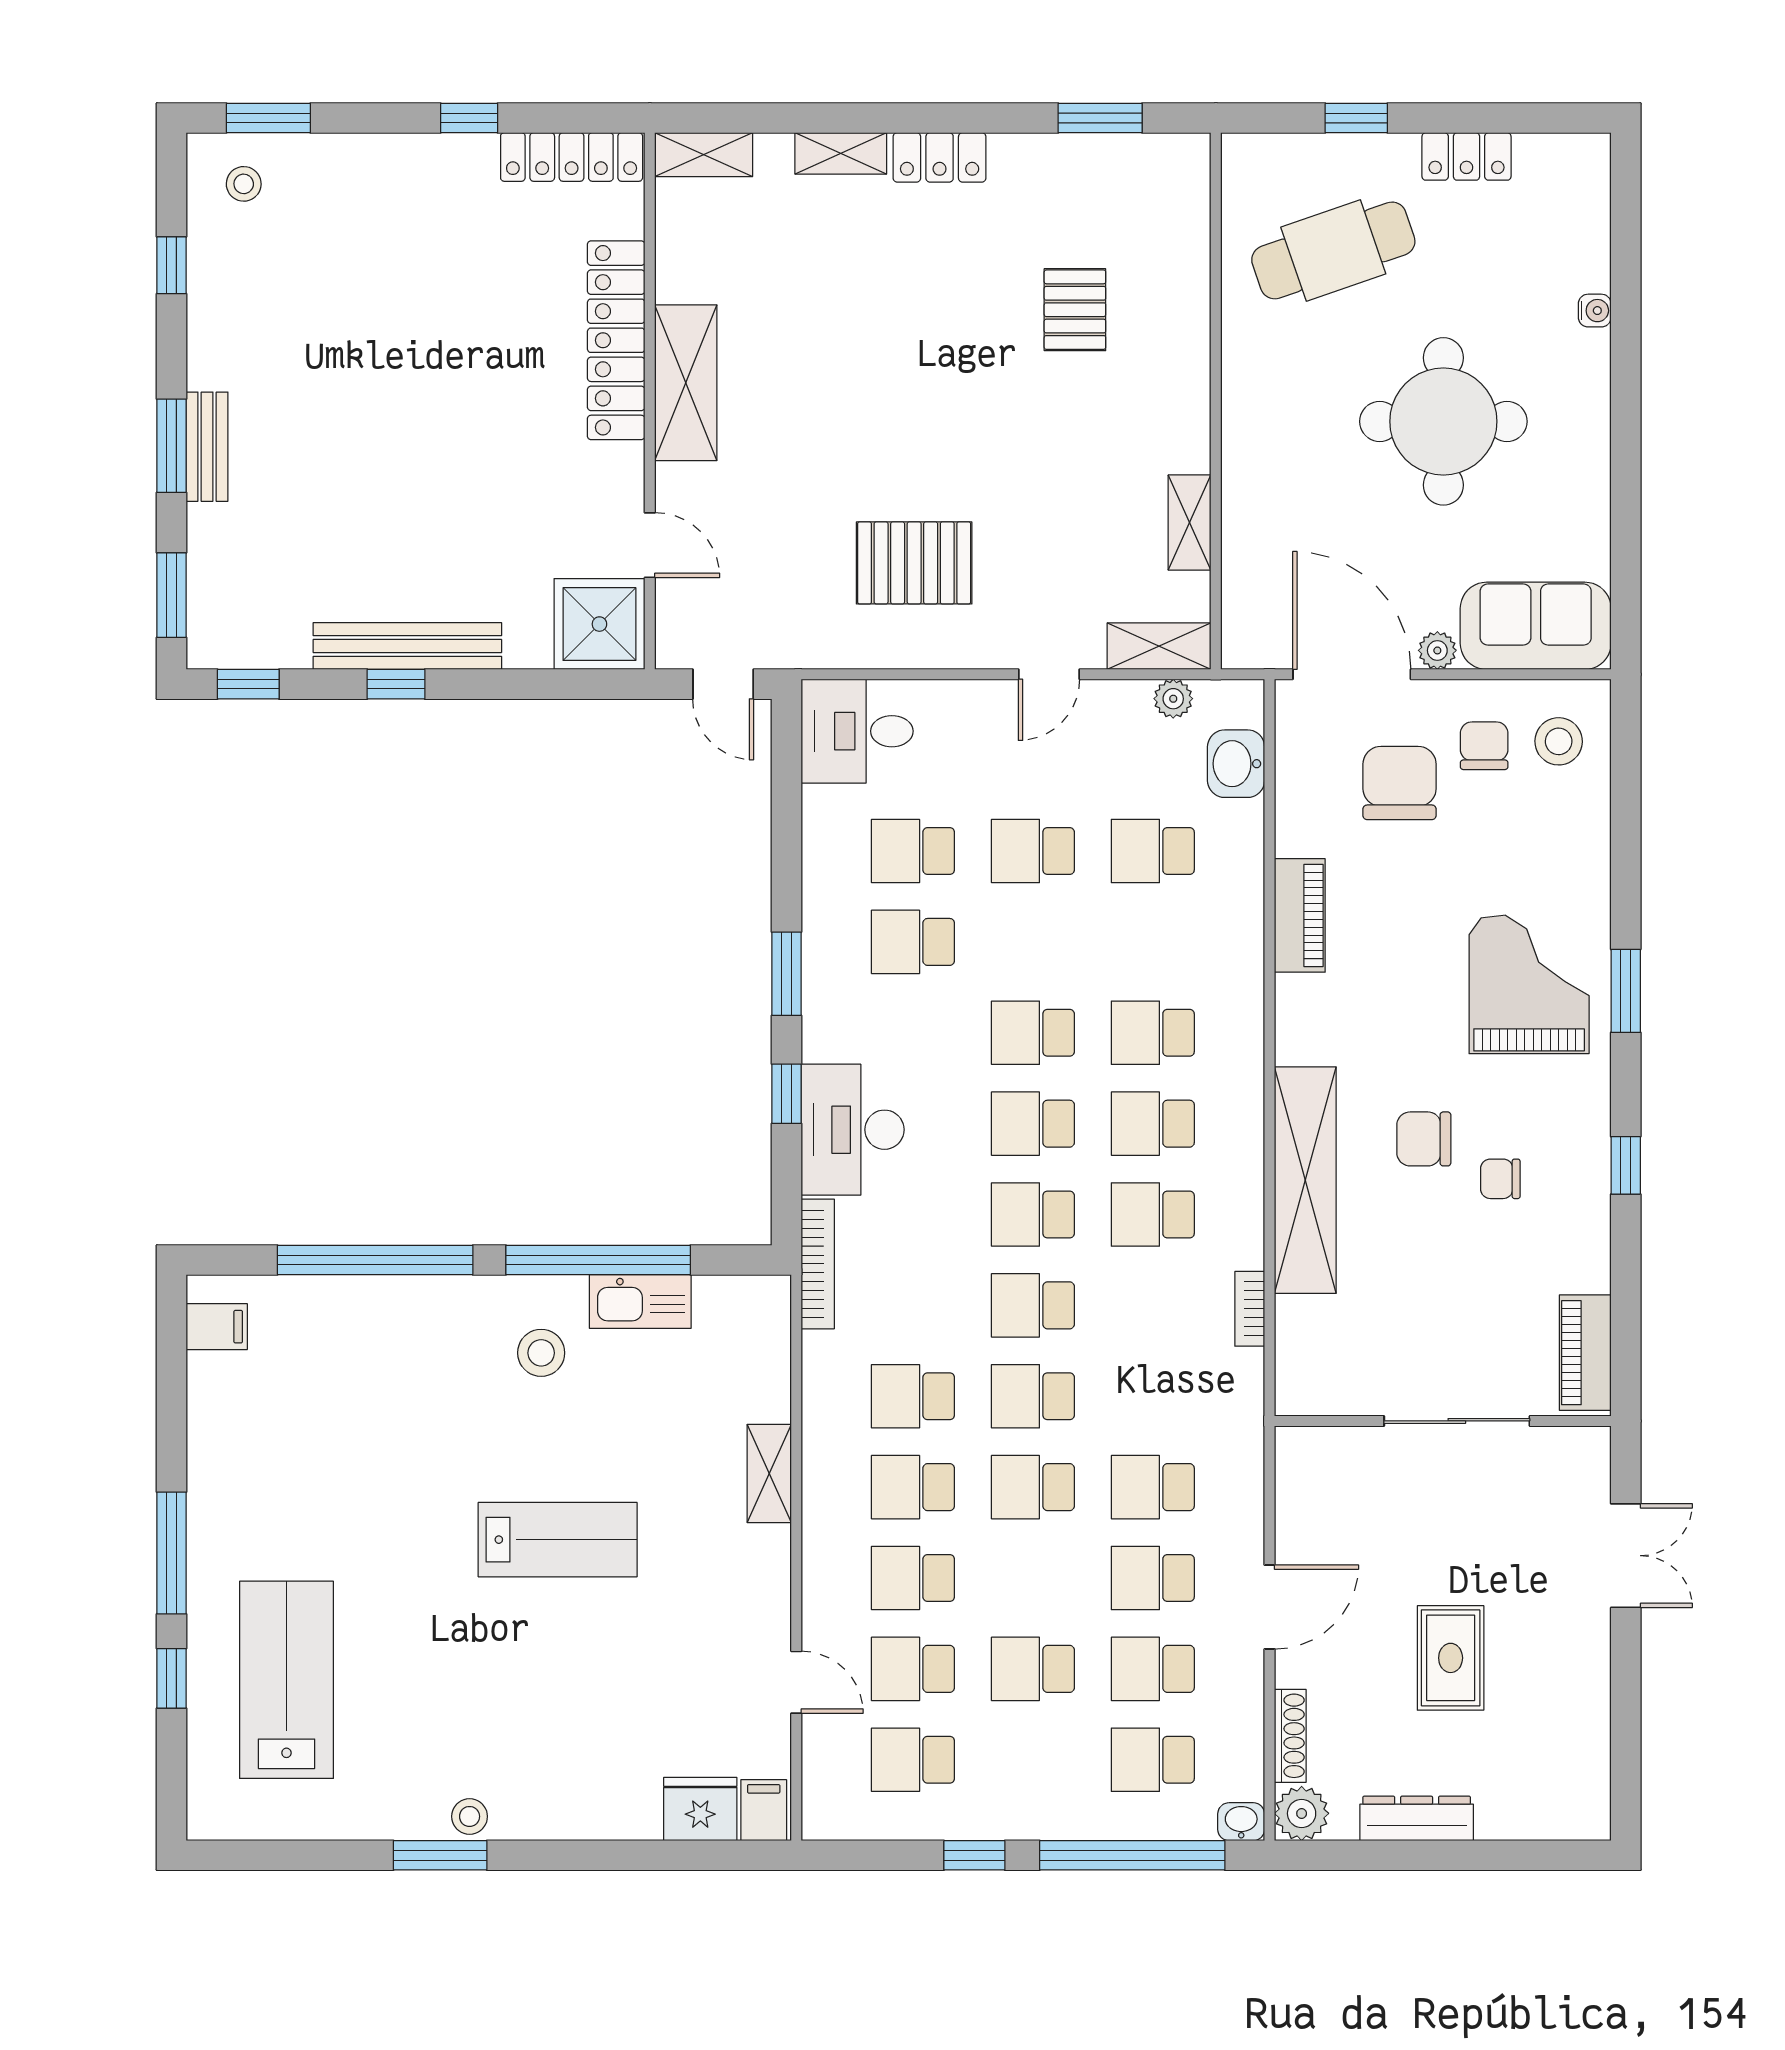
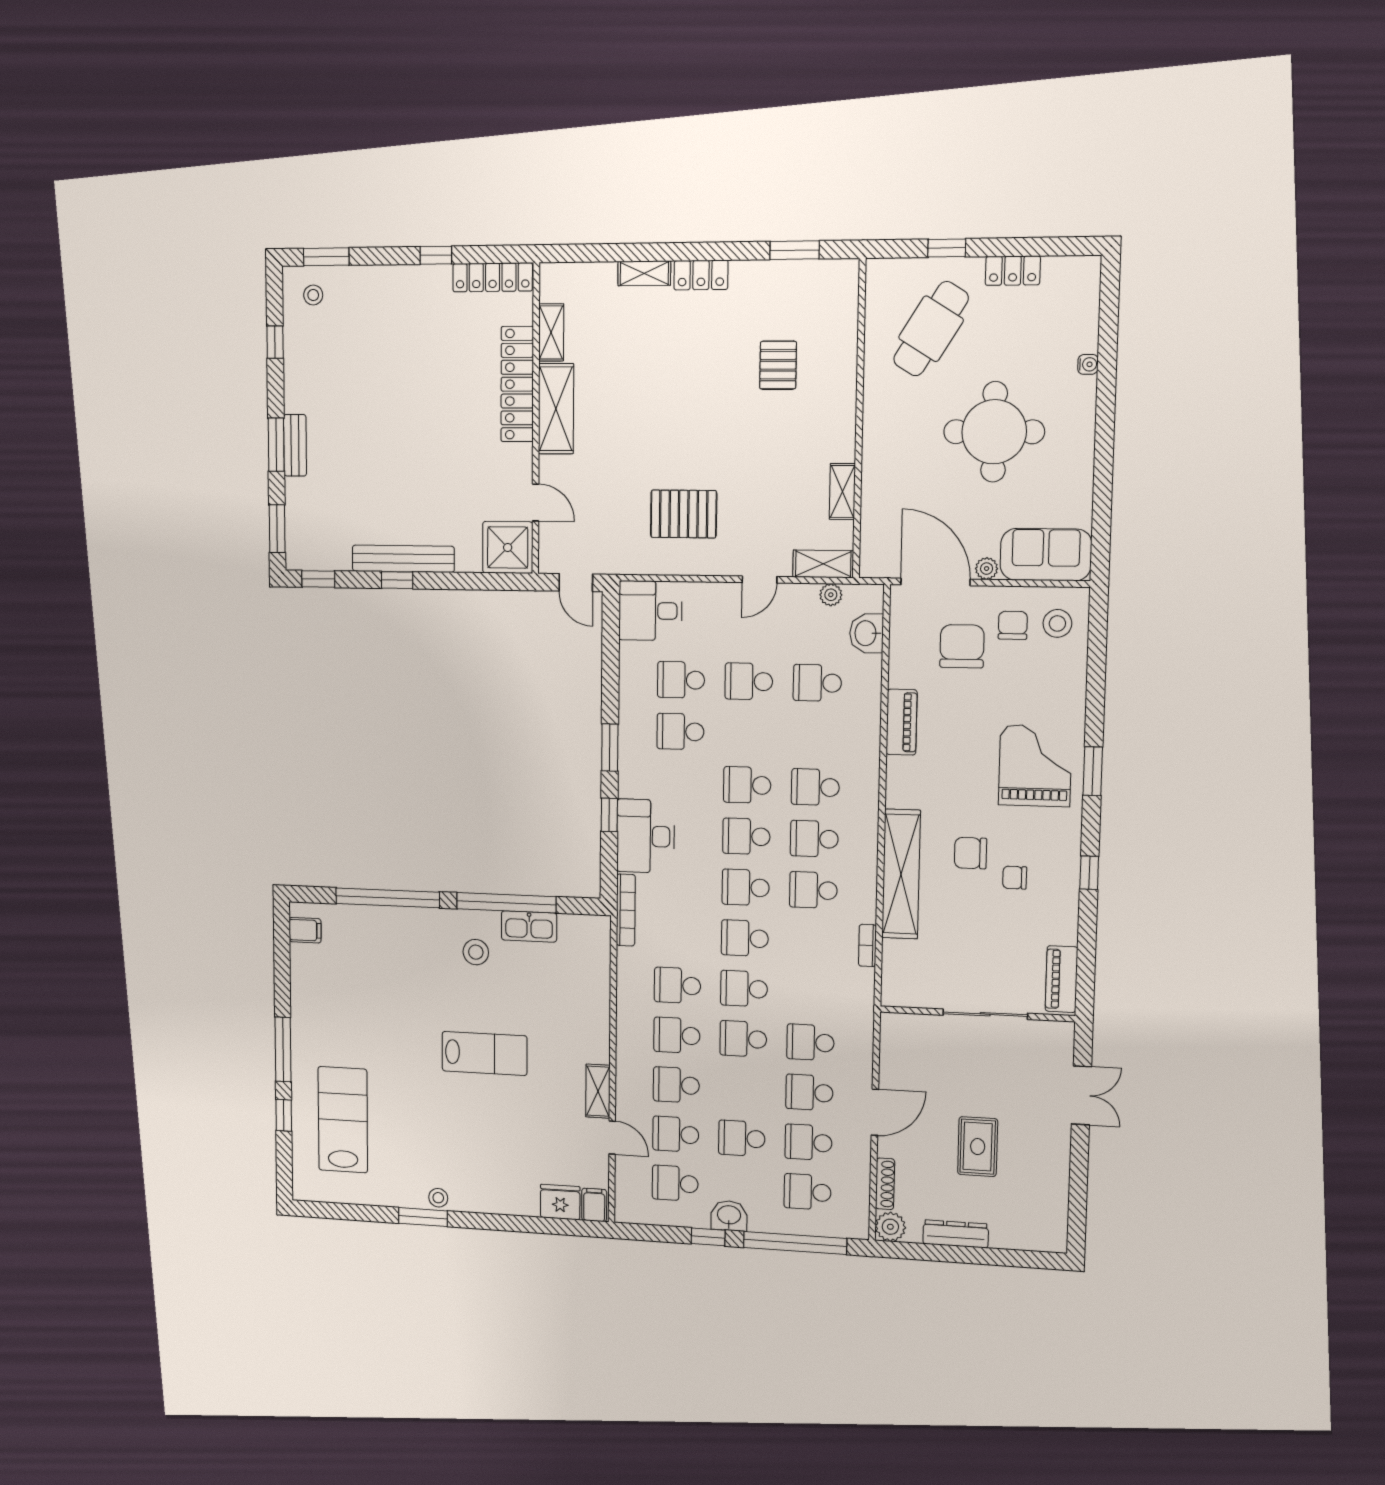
shelving: (704, 155) -> (551, 332), moved, turned 90
cafe table: (1333, 250) -> (931, 329), turned -39
shelving: (769, 1473) -> (598, 1091), moved
washbasin: (1241, 1822) -> (729, 1216), moved, width x1.38, depth x1.45

